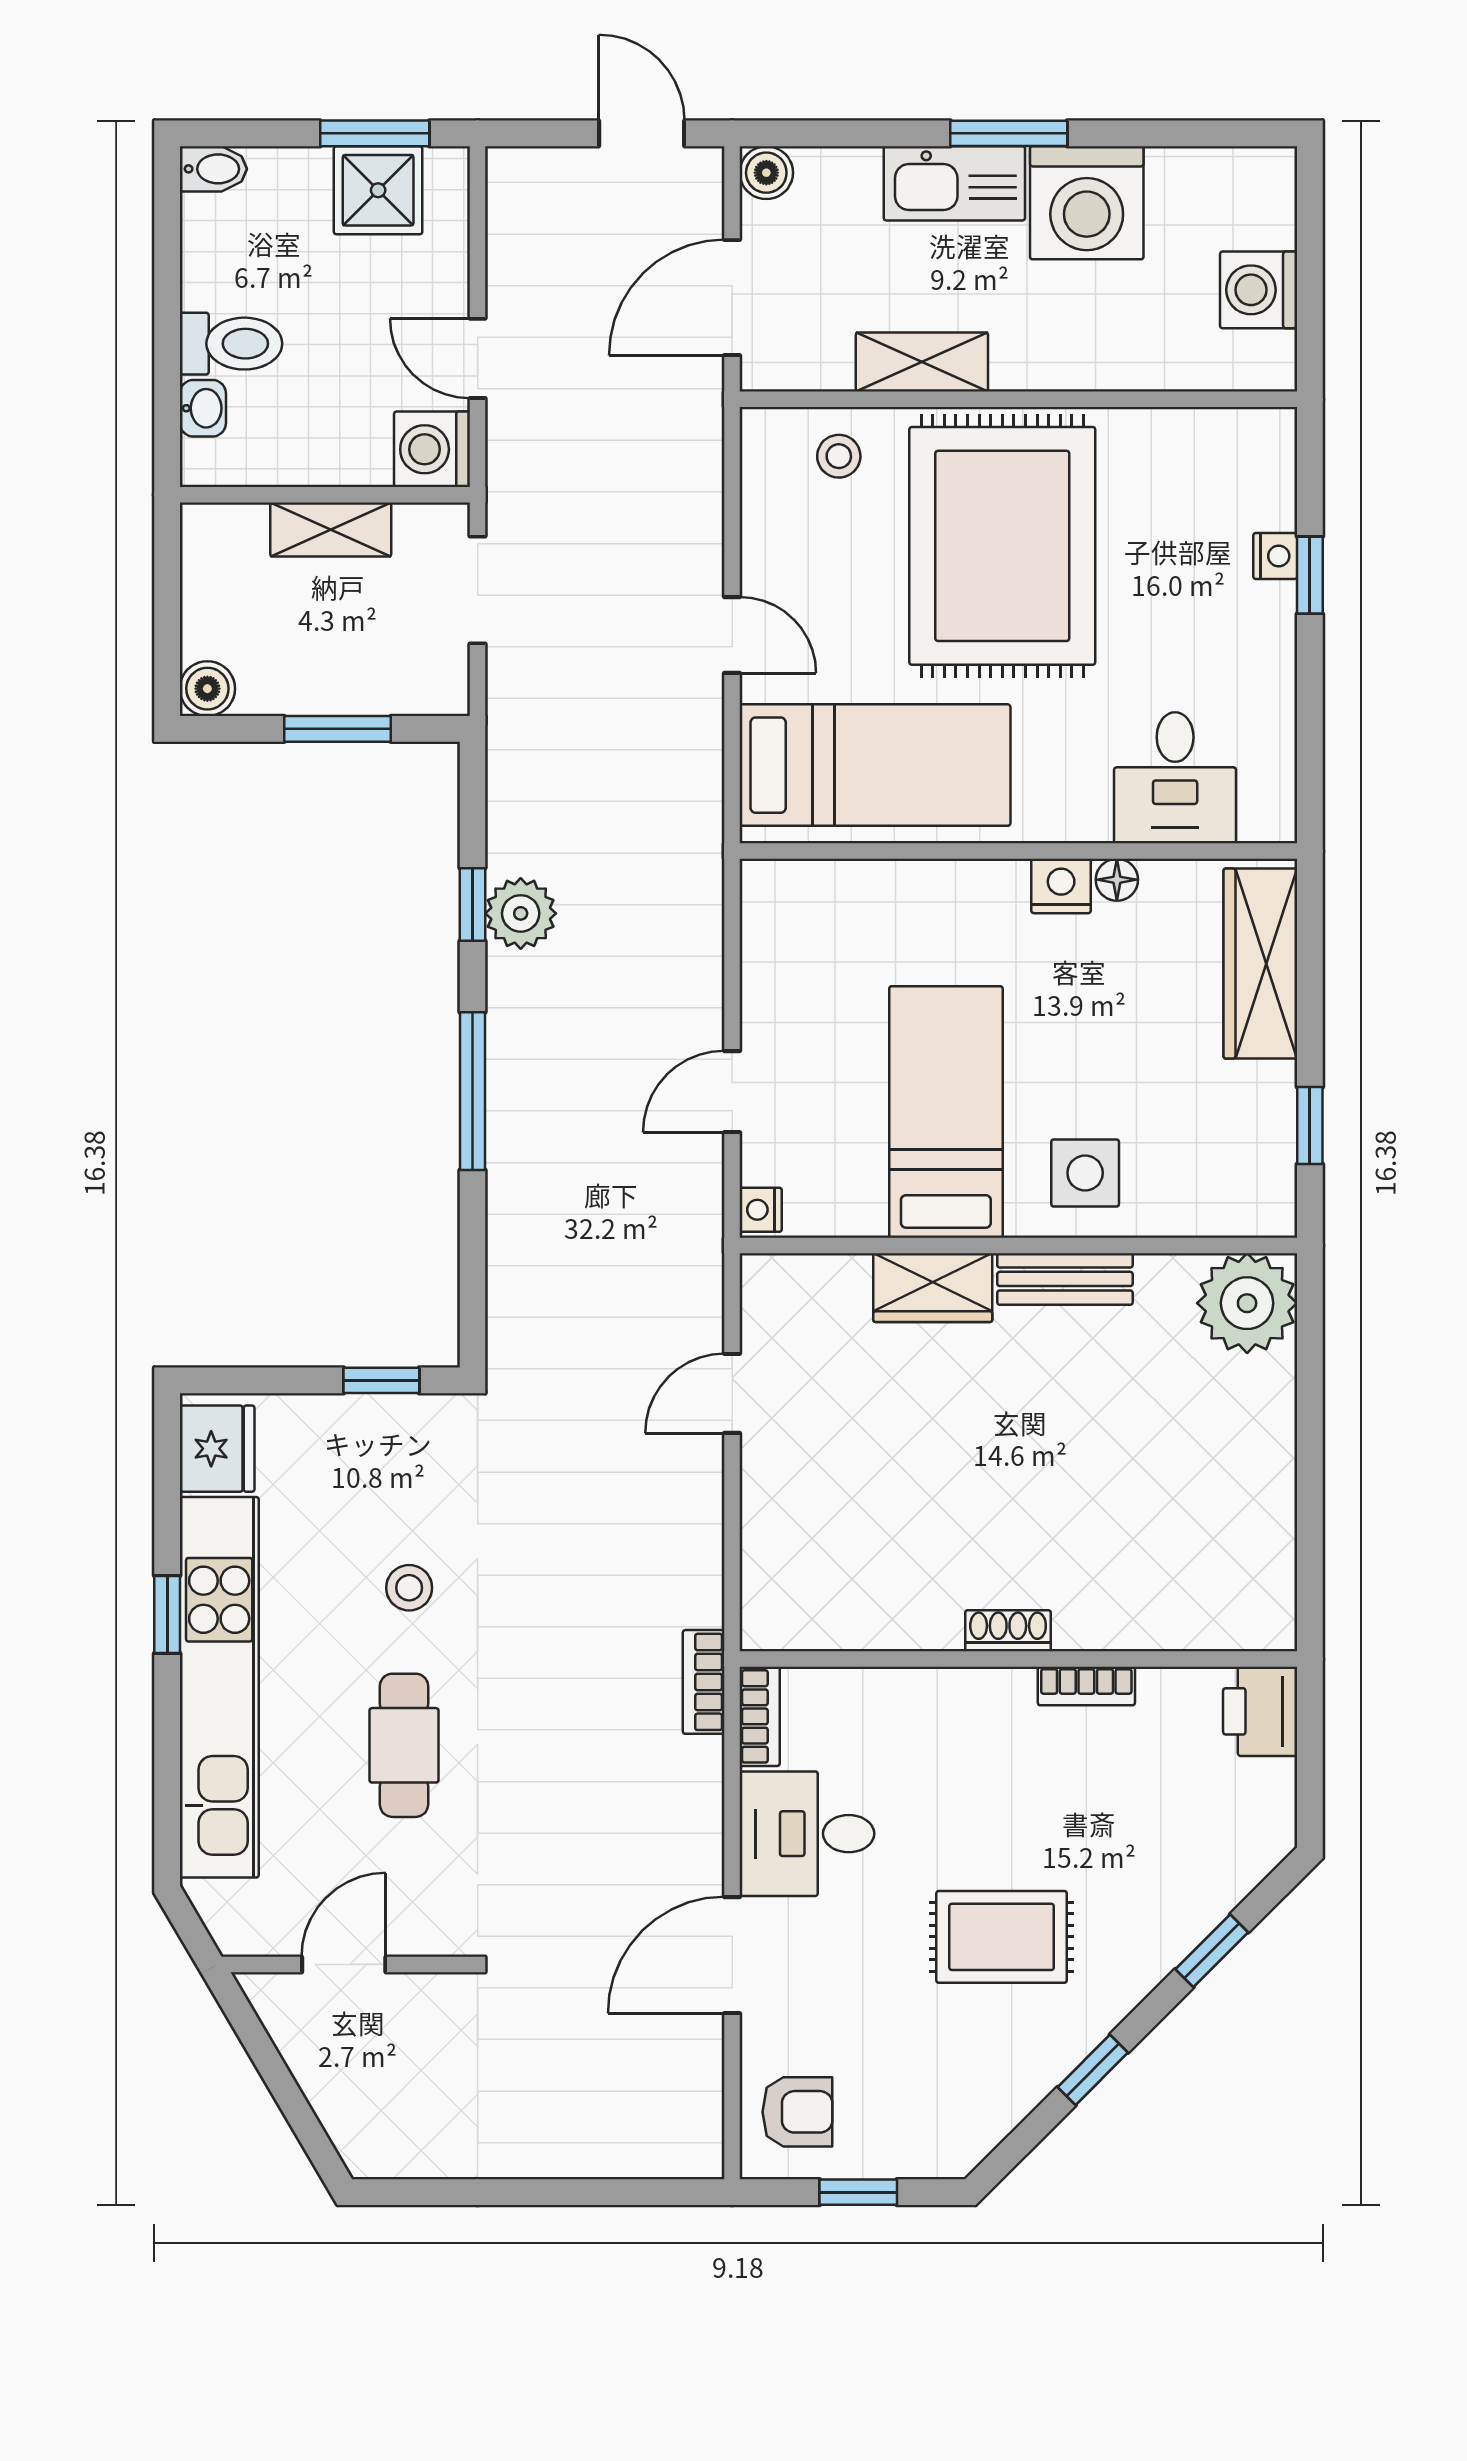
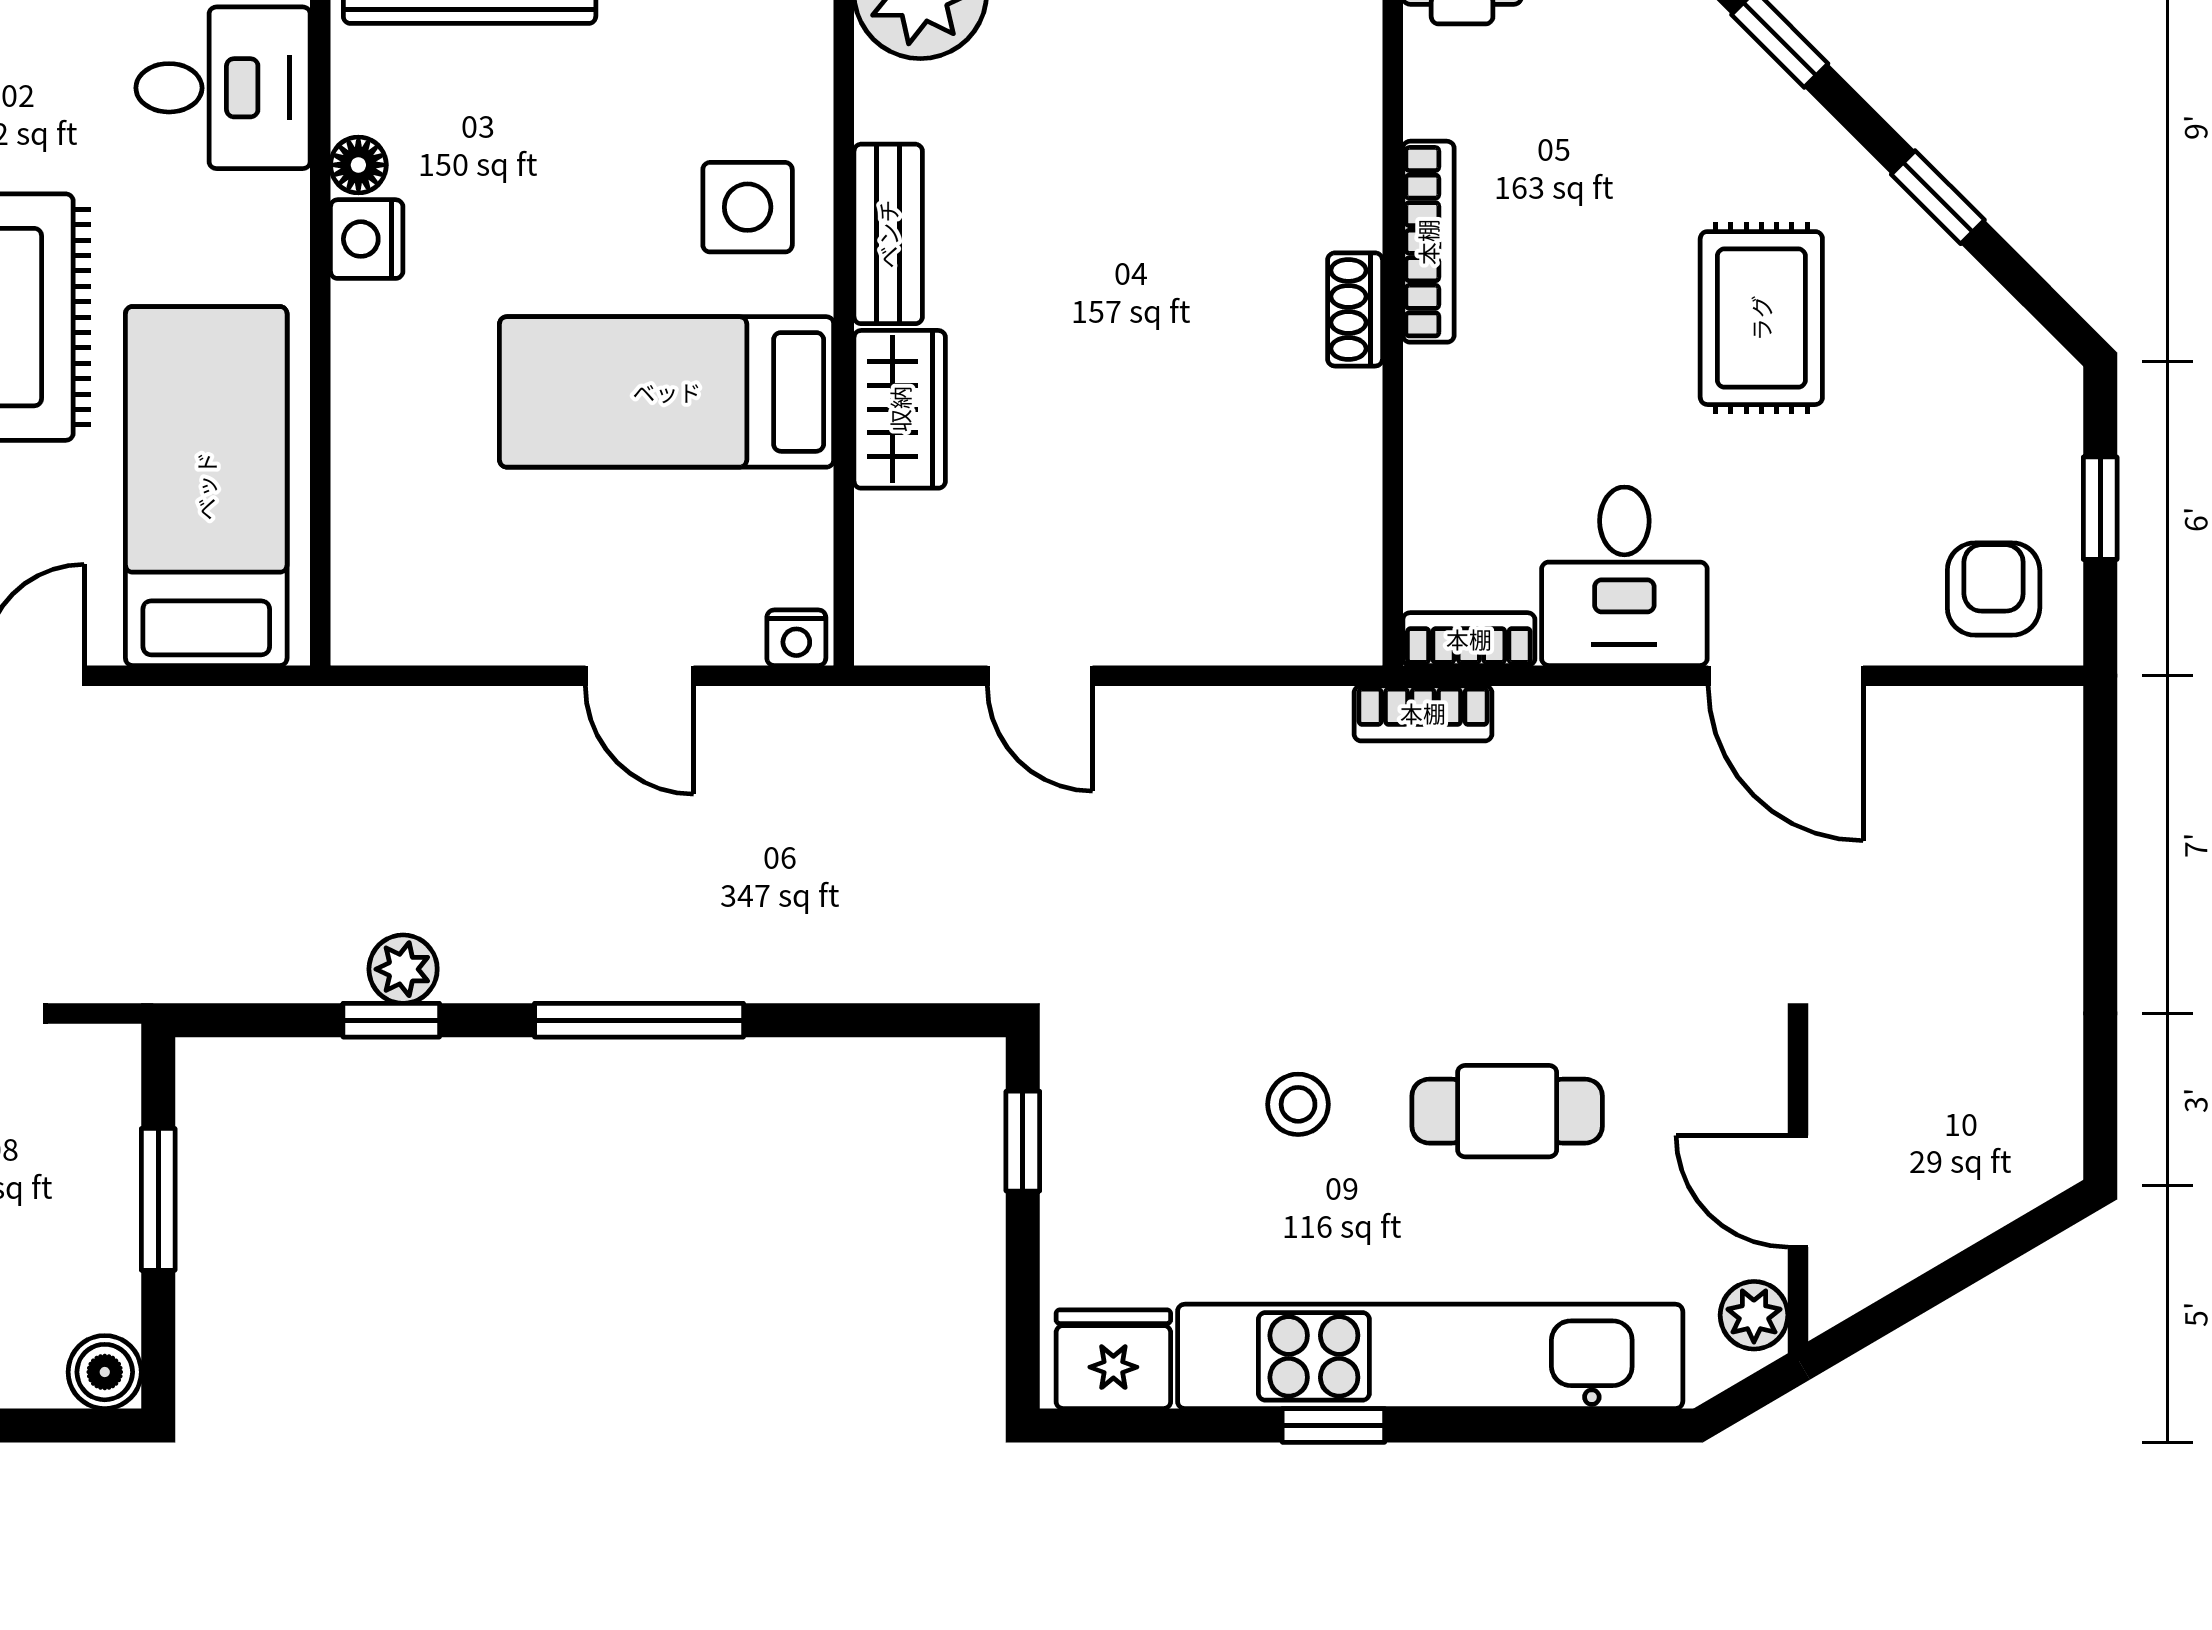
plant: (521, 913) -> (403, 969), width x0.73, depth x0.73
bookcase: (1086, 1686) -> (1428, 242), width x1.56
plant: (250, 1931) -> (1754, 1315), added

